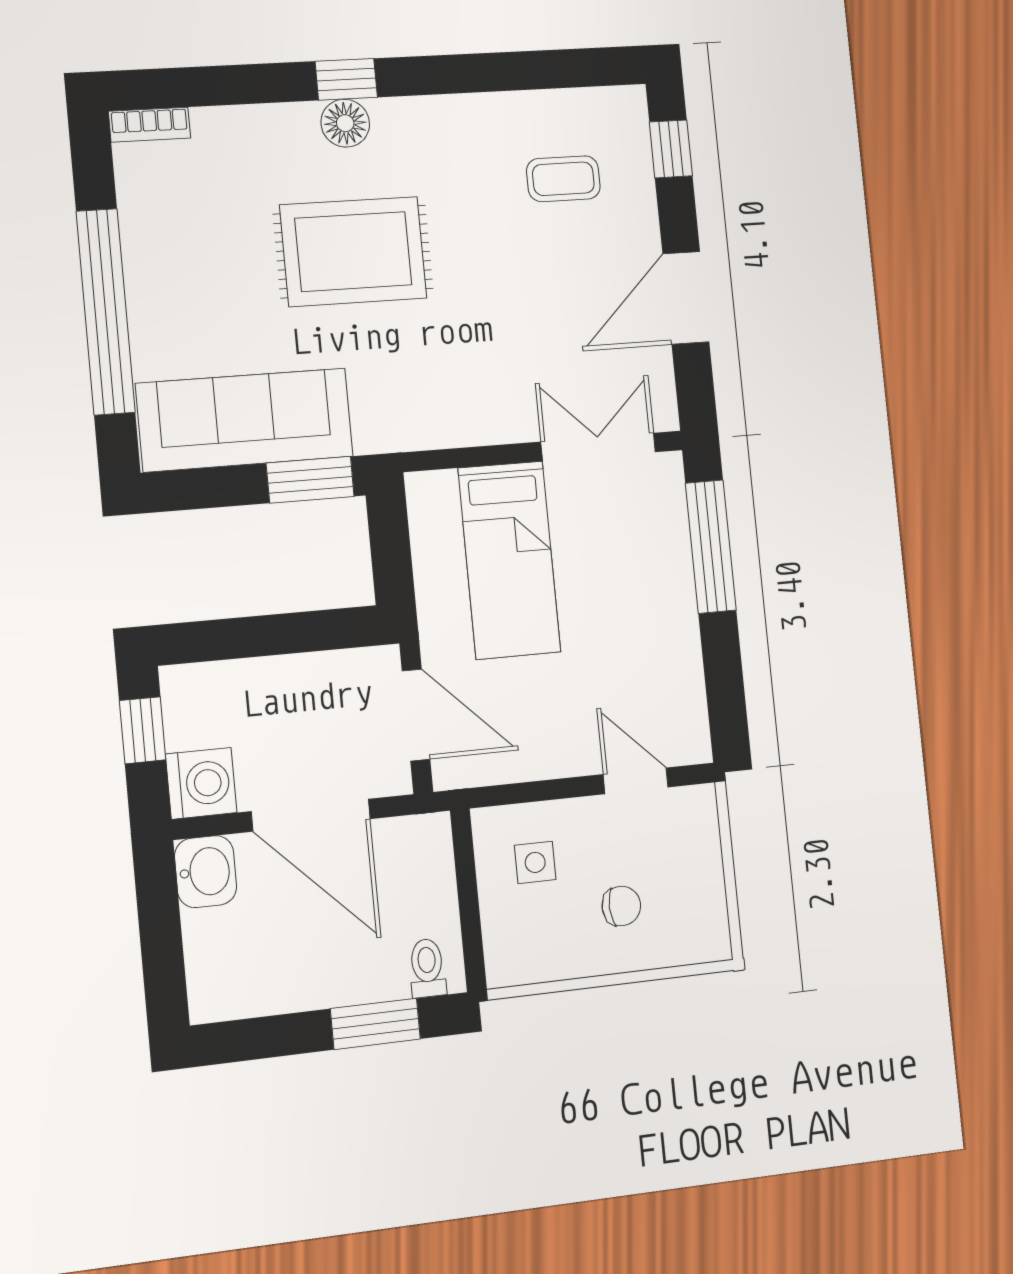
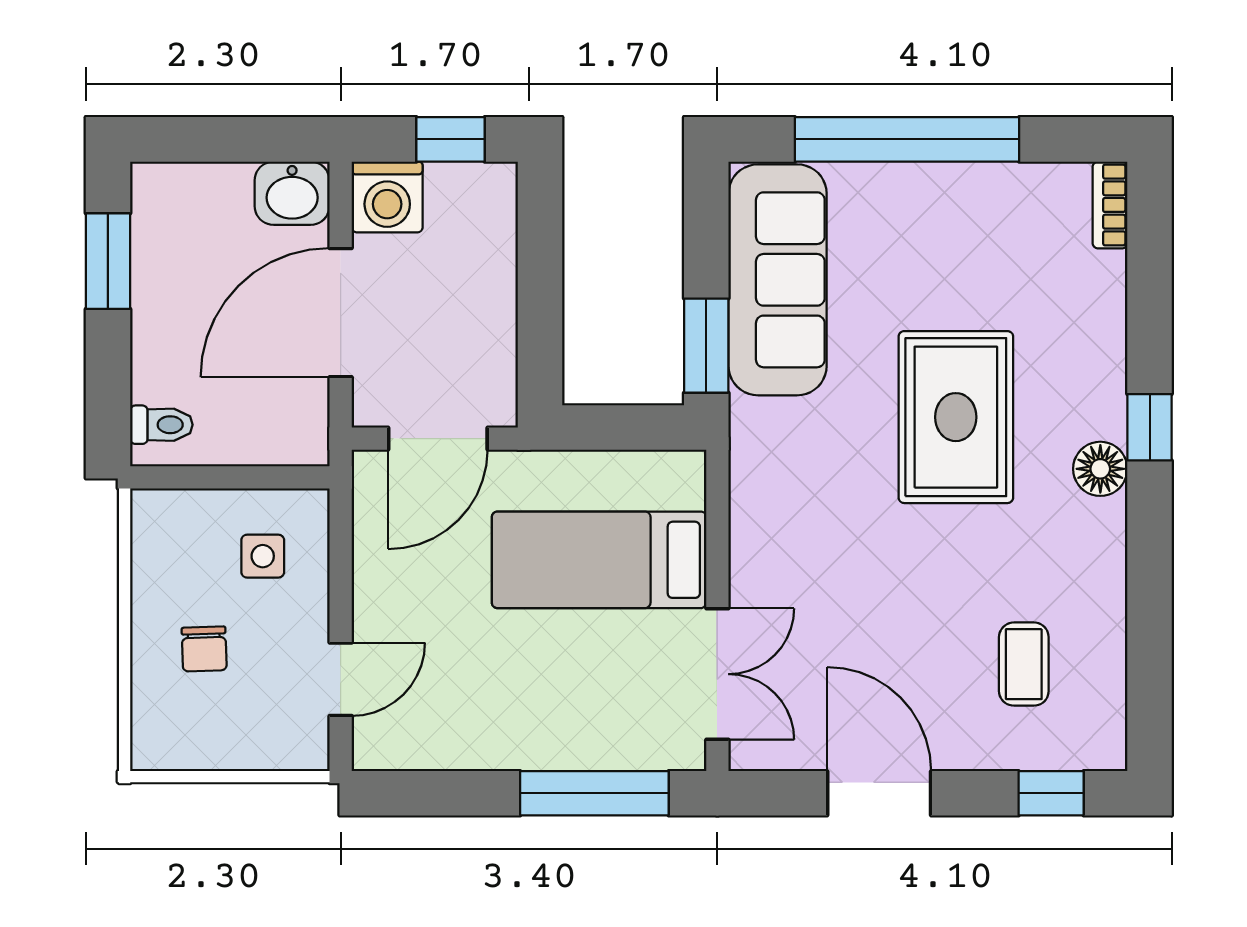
floor lamp: (345, 123) -> (1100, 469), moved
window: (375, 1024) -> (108, 261), moved

